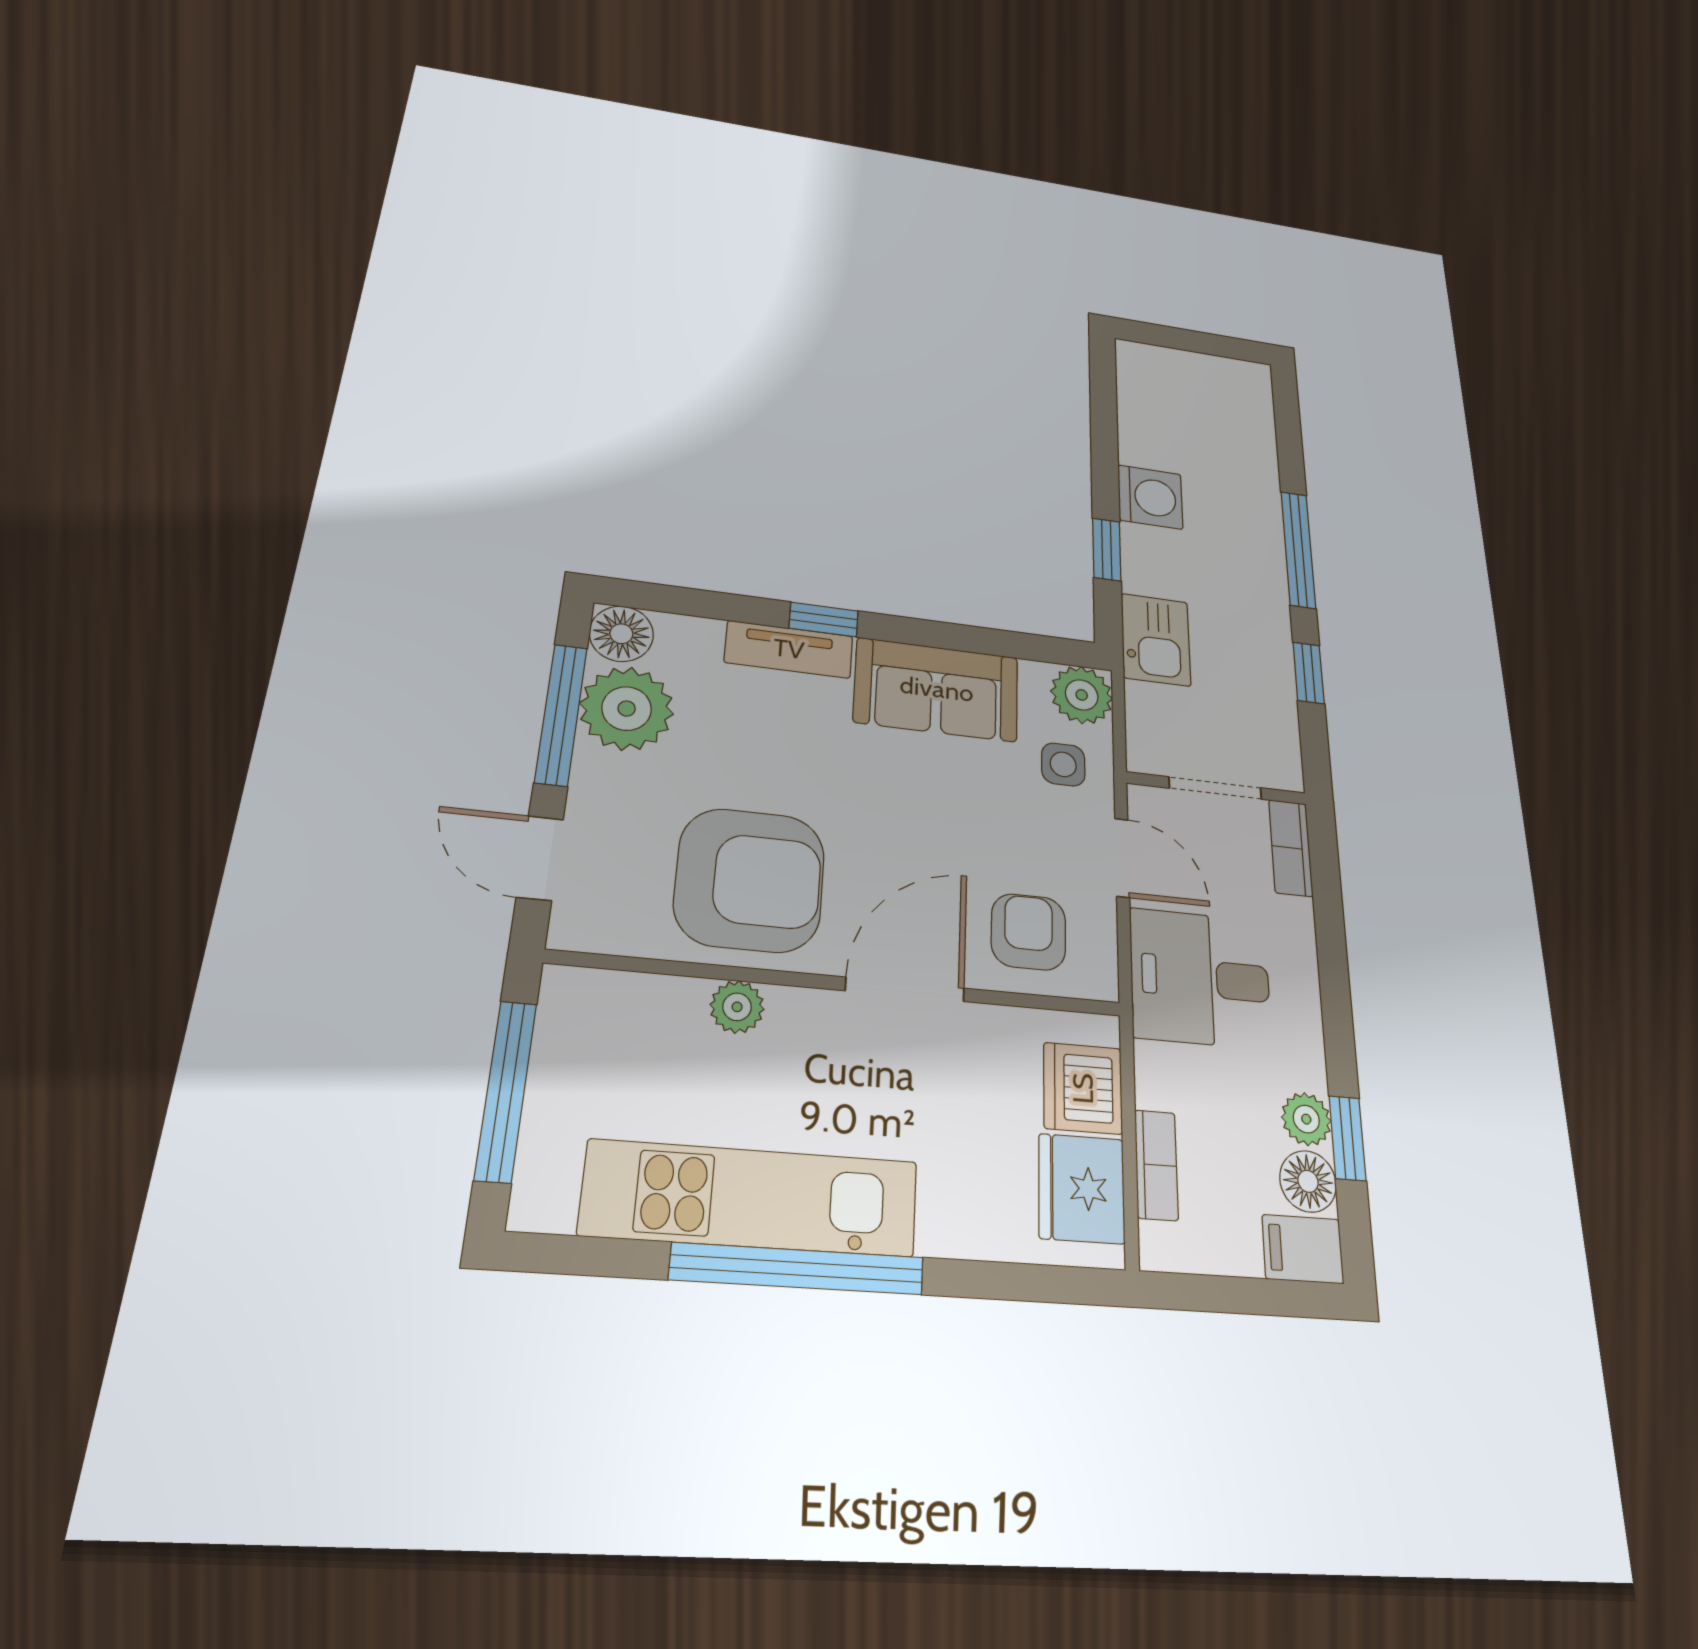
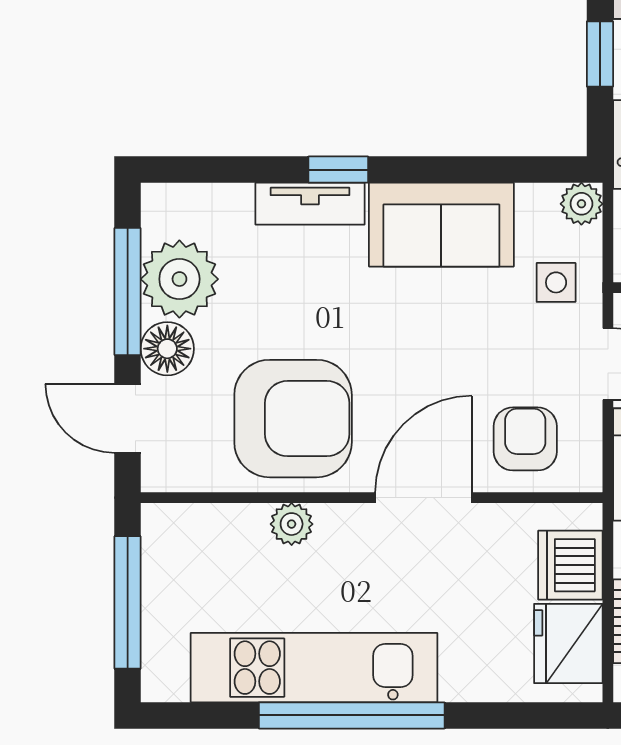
floor lamp: (621, 634) -> (167, 349), moved
plant: (1082, 695) -> (581, 204), width x0.73, depth x0.73

